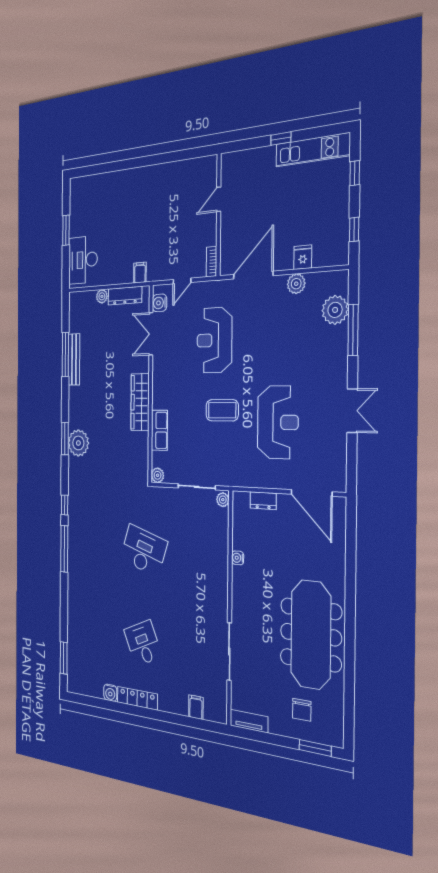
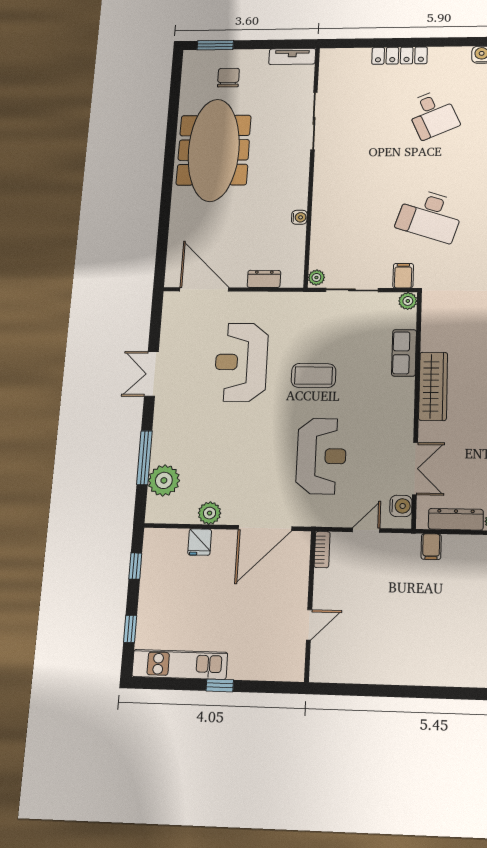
locker: (137, 698) -> (400, 56), moved
filing cabinet: (196, 707) -> (403, 276), moved, turned 180

